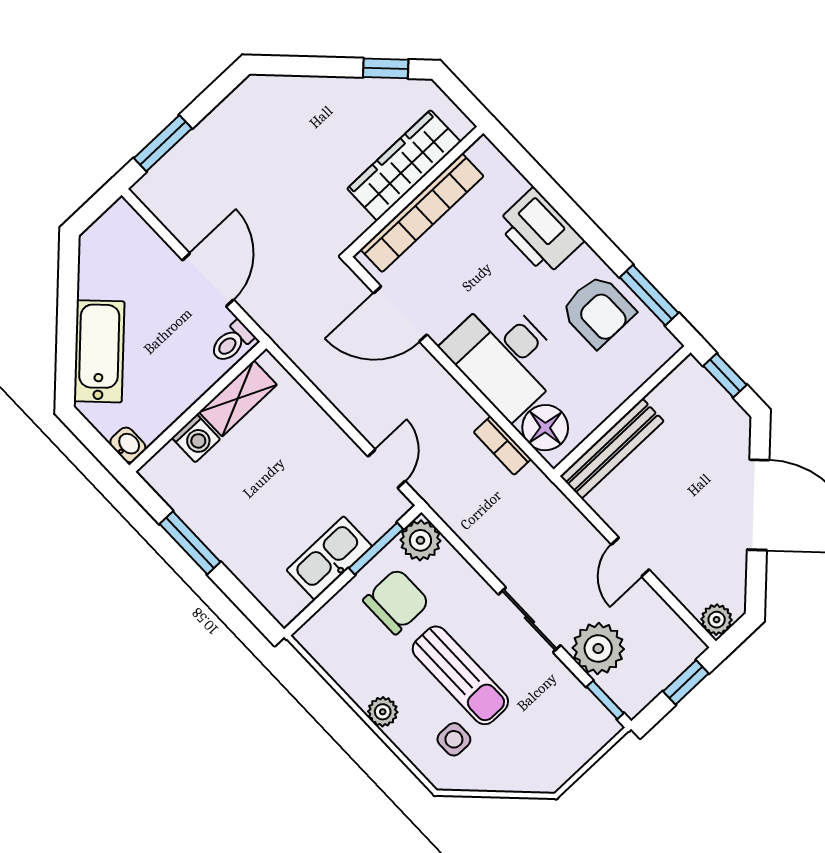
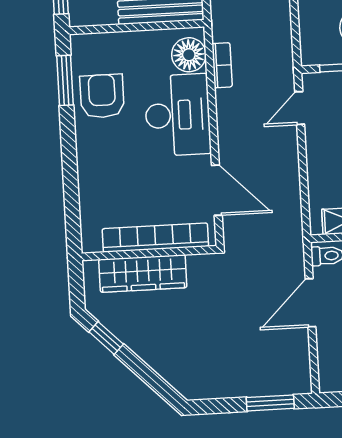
printer: (540, 232) -> (97, 169), removed
plant: (420, 540) -> (315, 51), removed

